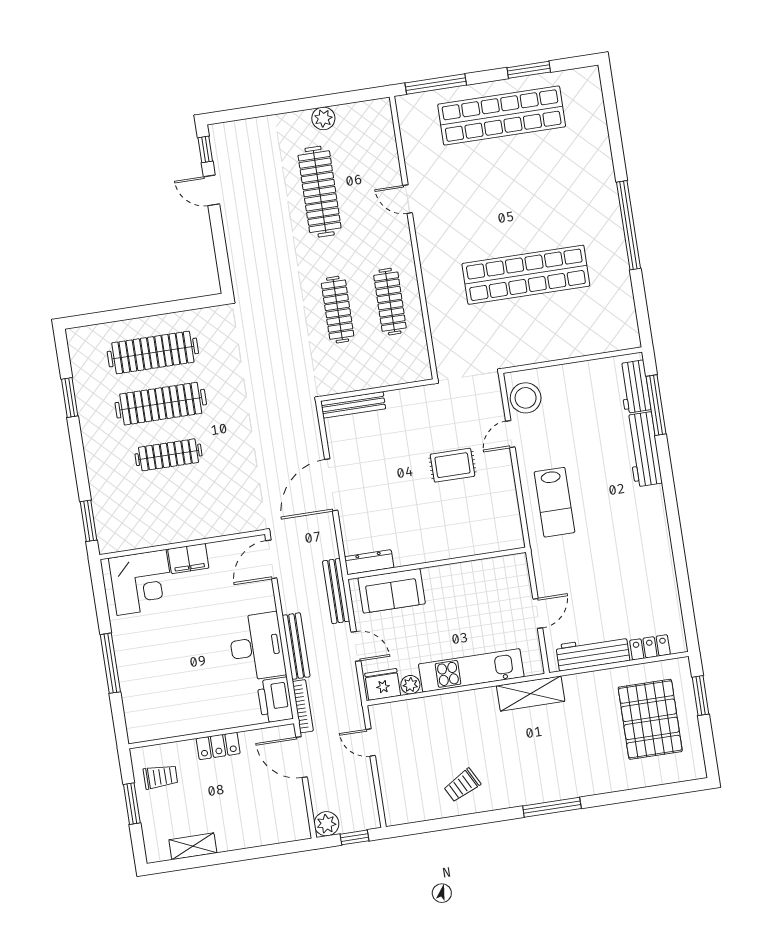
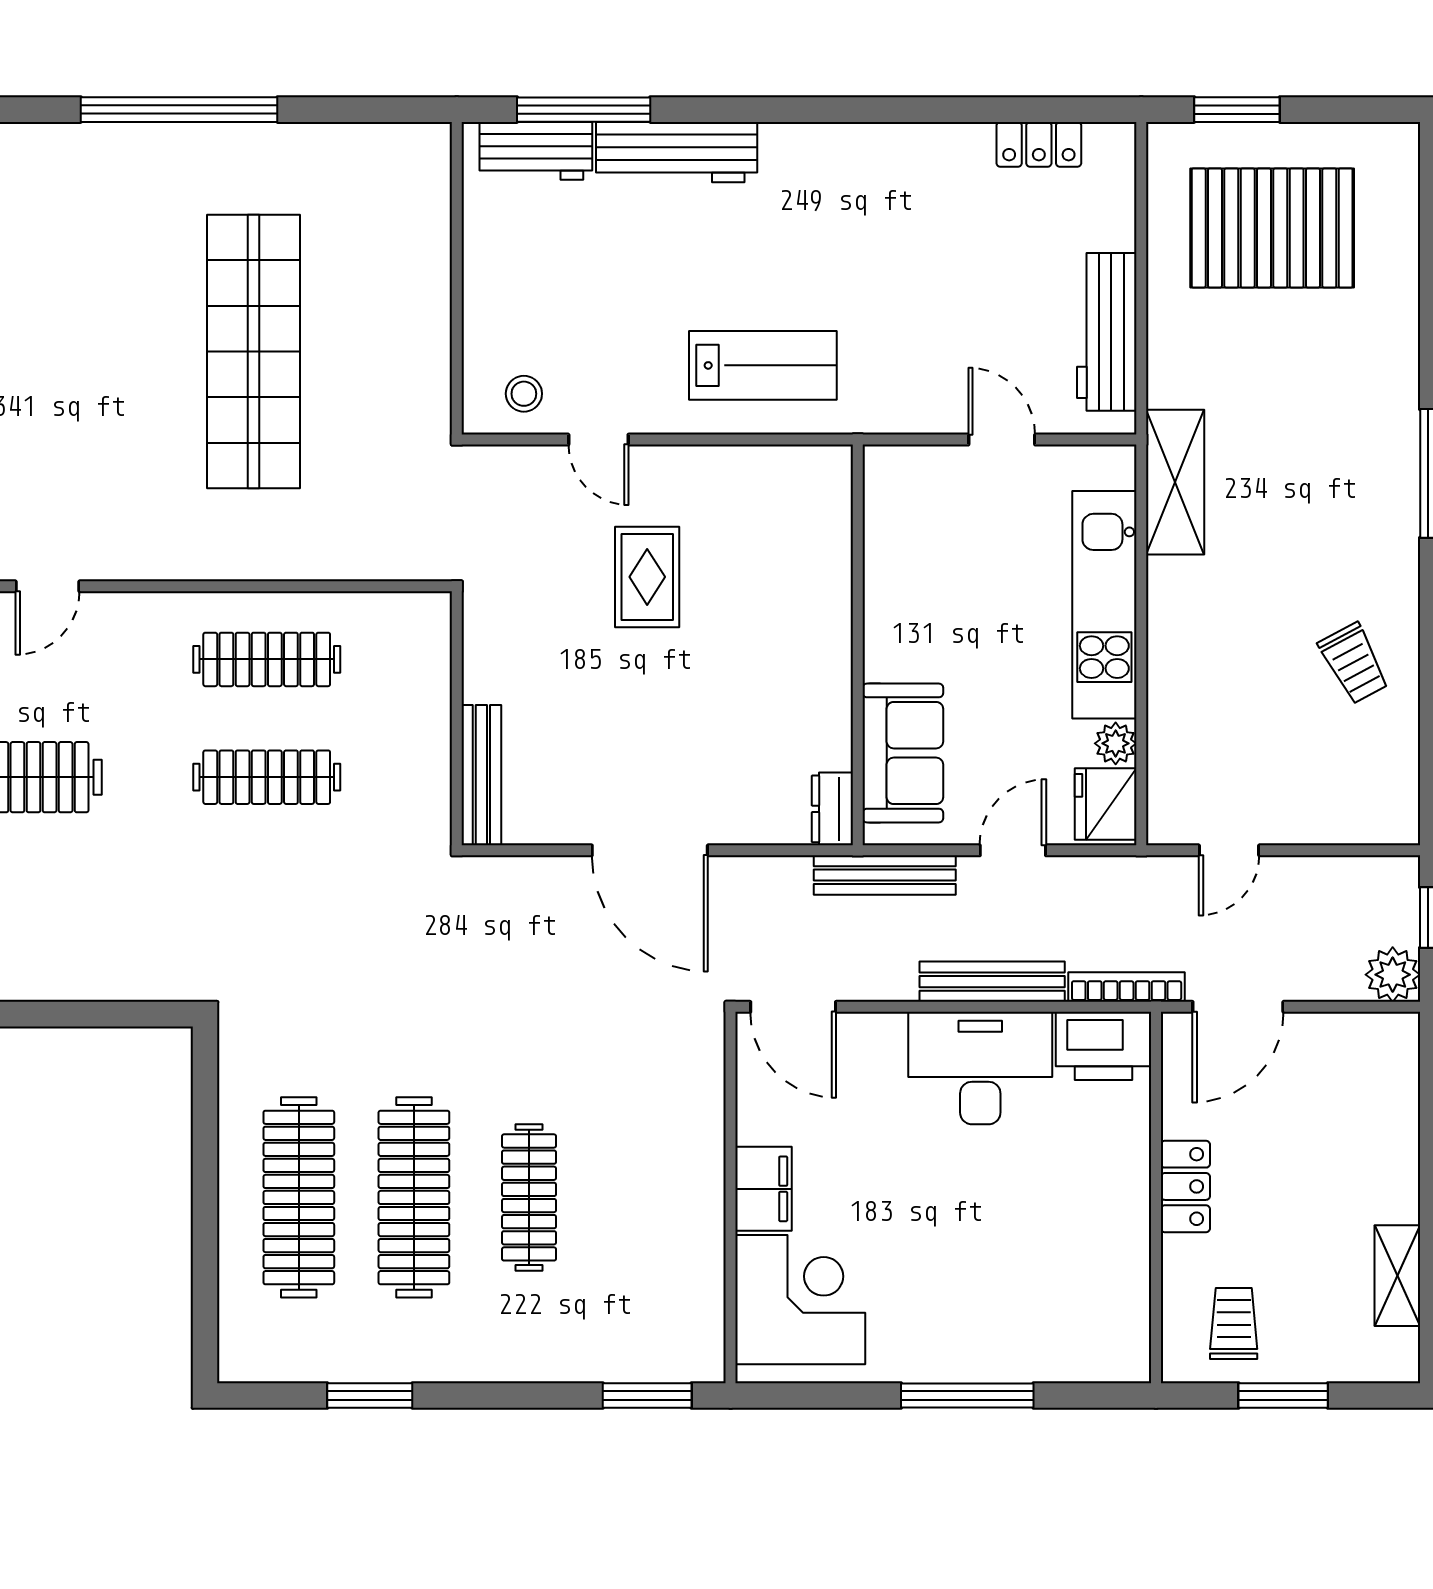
stool: (526, 398) -> (524, 394), width x0.53, depth x0.53
dresser: (369, 562) -> (832, 809), width x0.70
locker: (650, 647) -> (1039, 144), moved, turned -90

